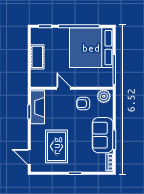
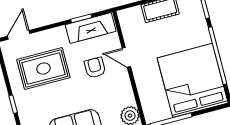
door: (64, 88) -> (126, 57), swing flipped
armchair: (83, 104) -> (95, 68), moved

